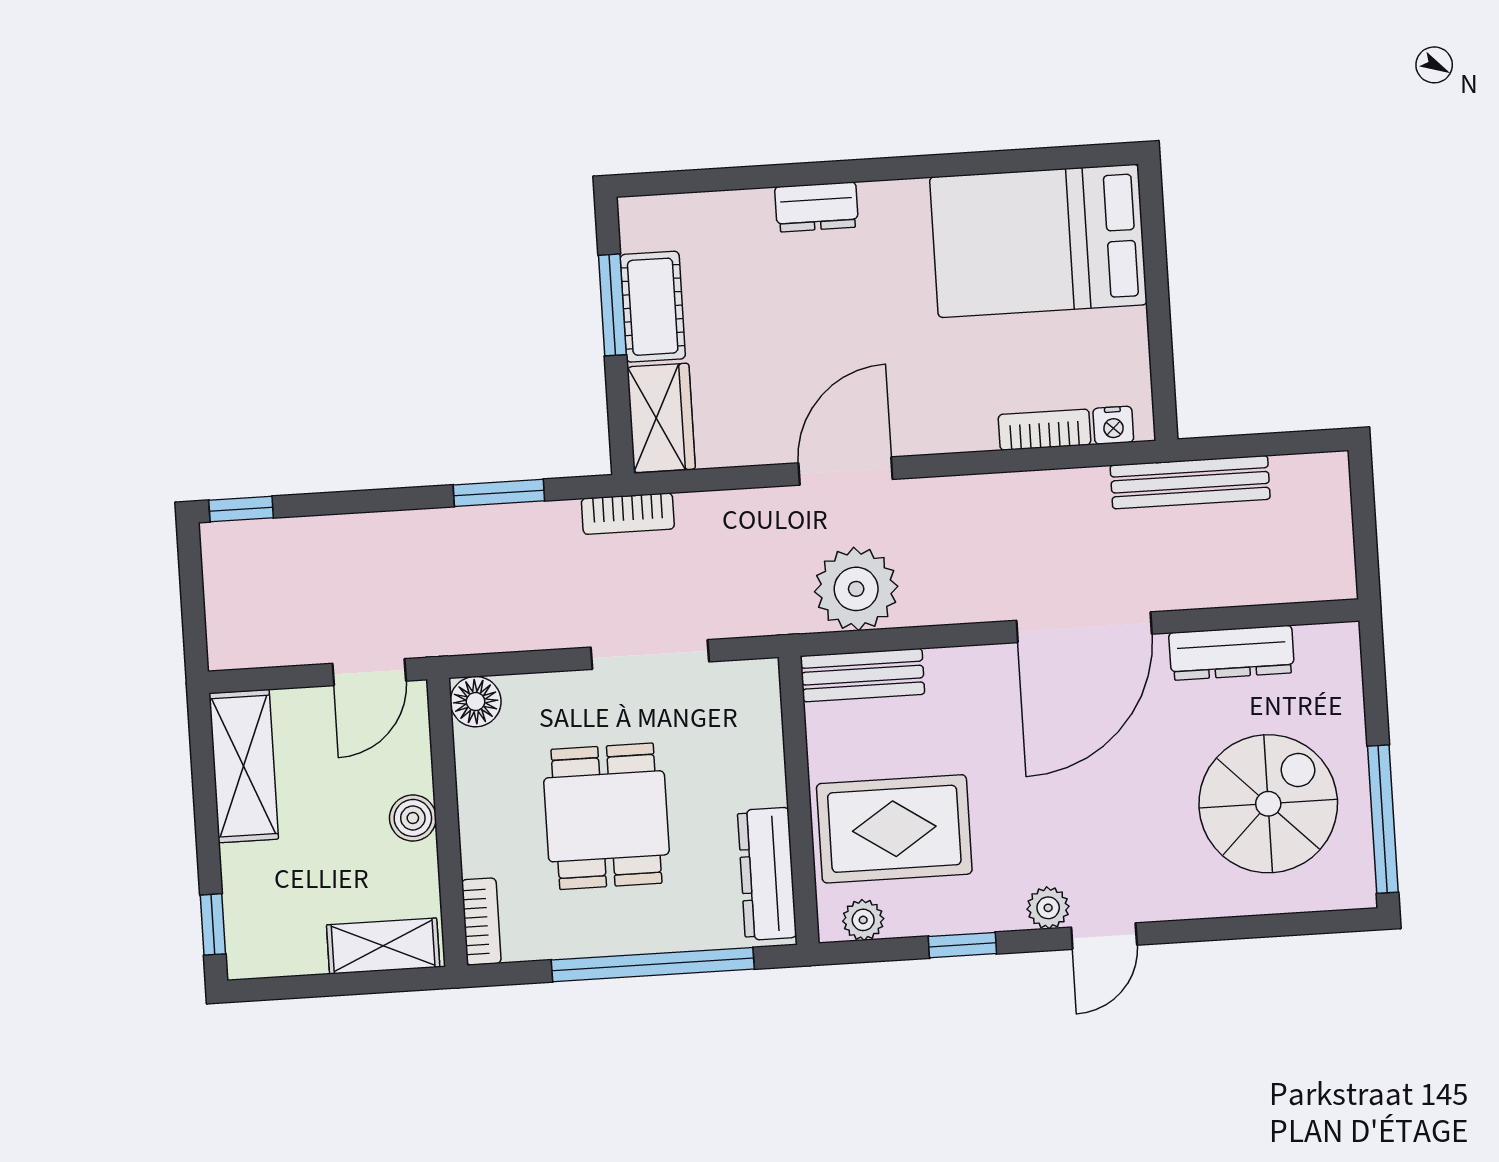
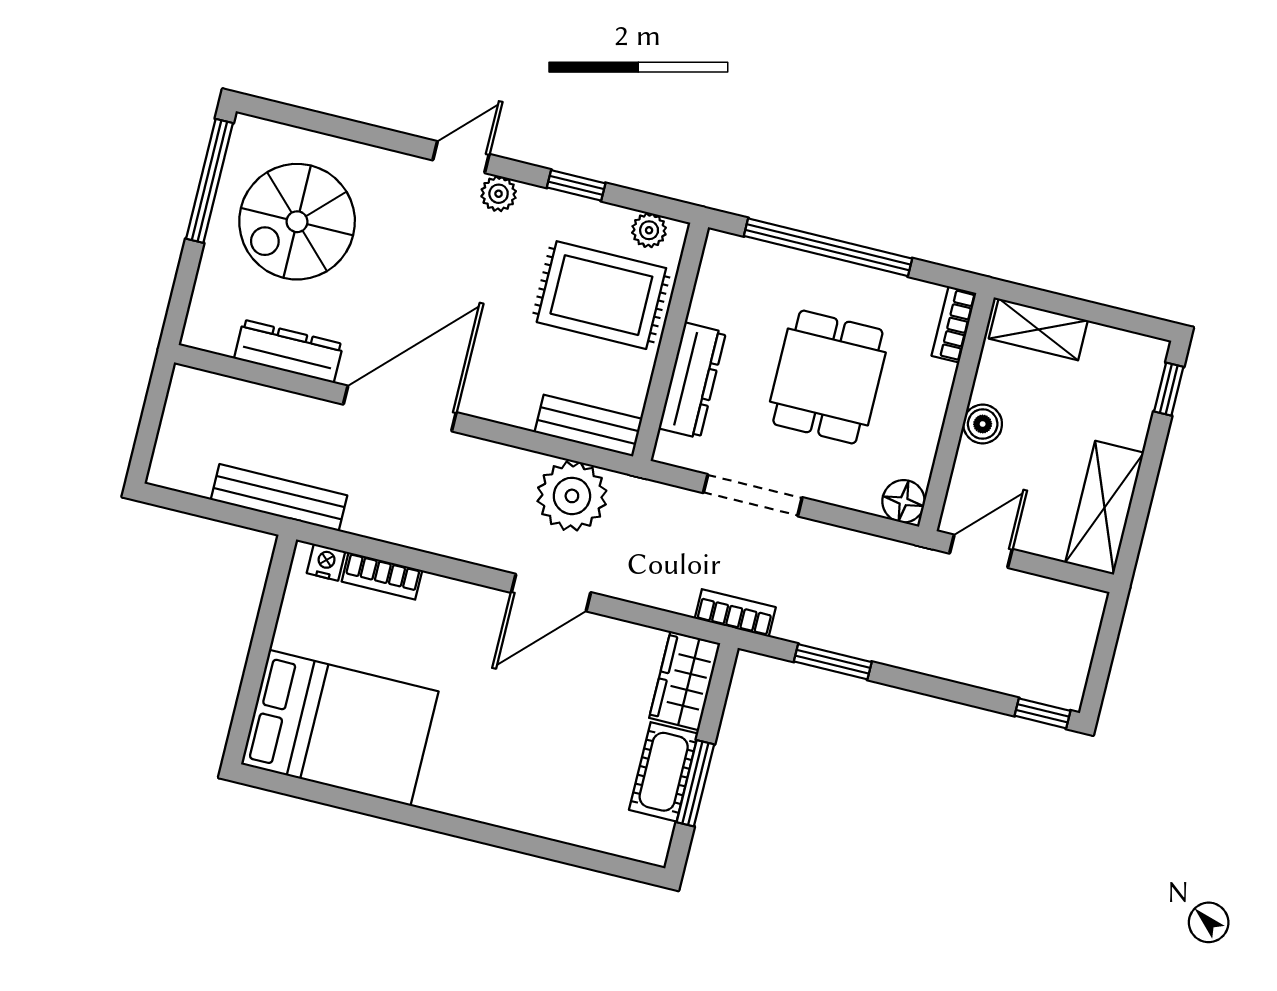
dresser: (817, 207) -> (508, 810), removed
dresser: (767, 874) -> (692, 380), moved

